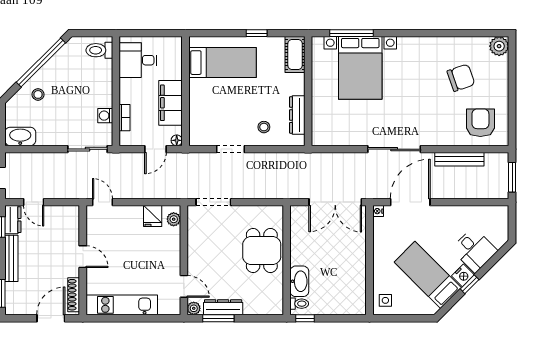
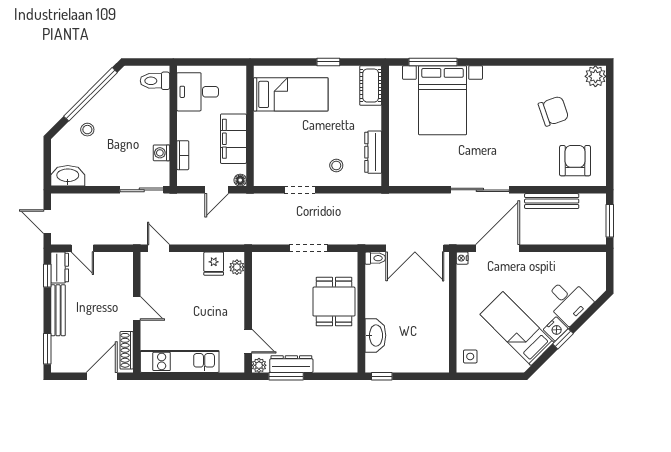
doorway: (213, 202) -> (308, 248), moved
toilet: (299, 304) -> (375, 258), moved

